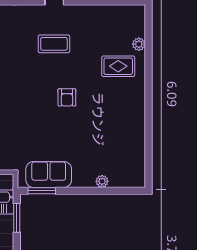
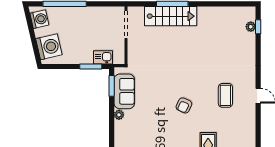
armchair: (67, 97) -> (184, 105), turned -65
plant: (102, 181) -> (119, 115), moved

